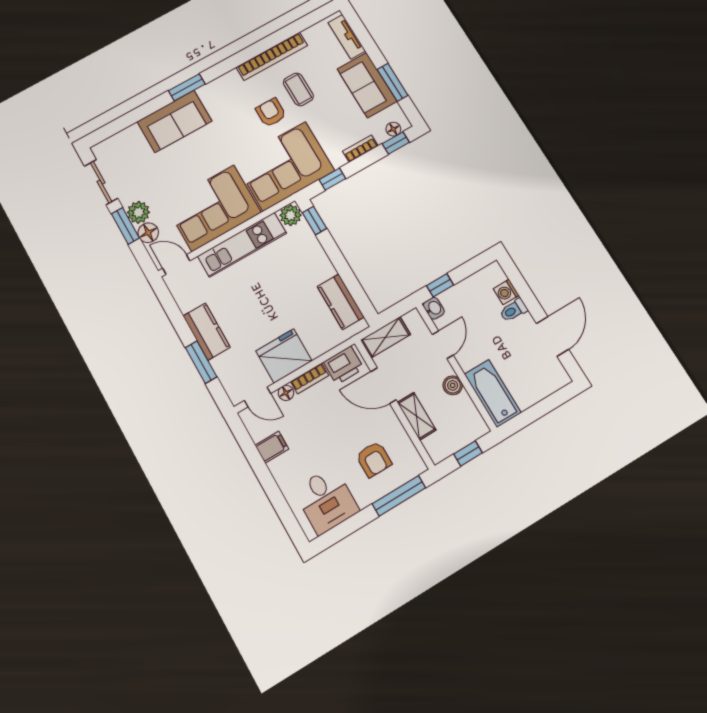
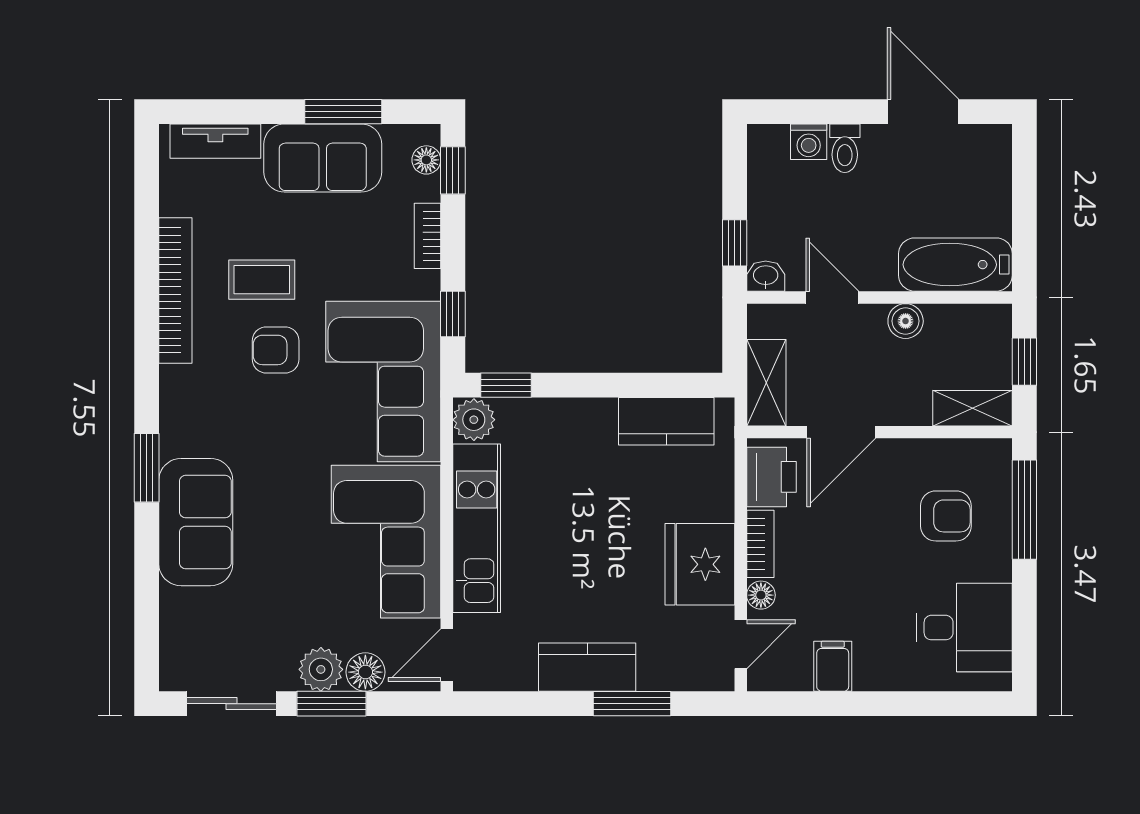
shelving: (417, 416) -> (973, 408), moved

